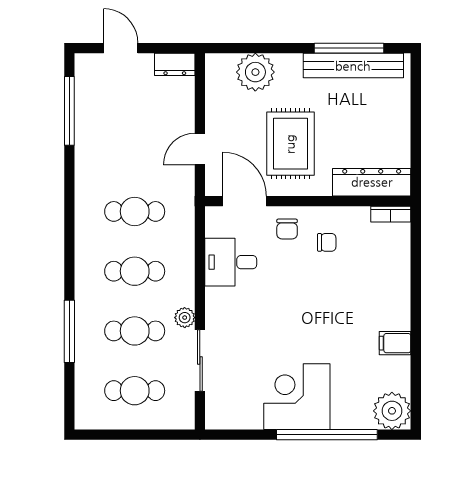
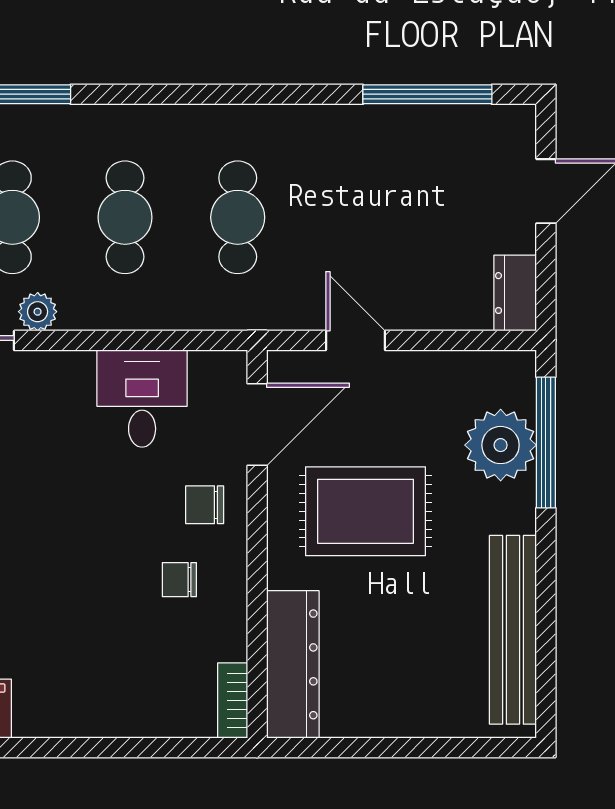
window: (349, 48) -> (546, 443), moved
chair: (327, 242) -> (179, 580), turned 90

